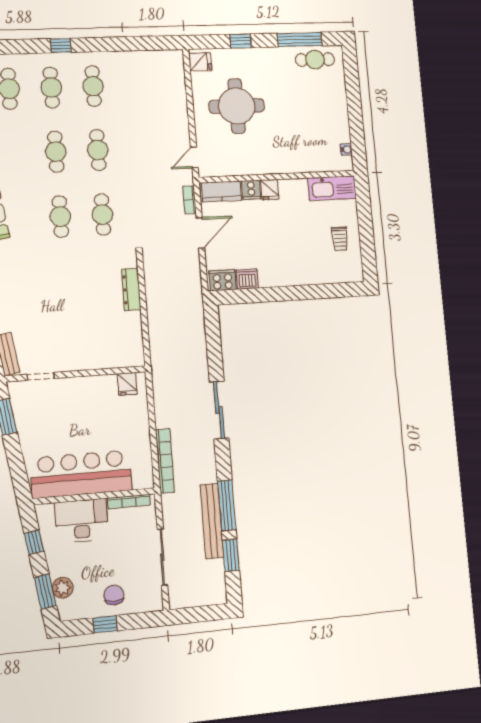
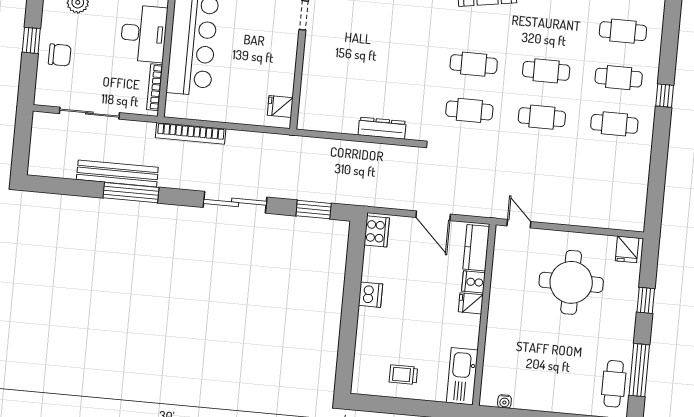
bookcase: (190, 200) -> (472, 210), removed
dishwasher: (247, 279) -> (371, 295), moved
window: (231, 555) -> (314, 210), moved

